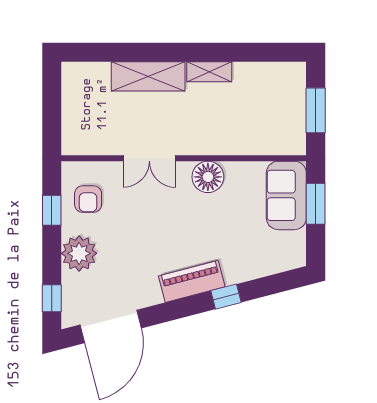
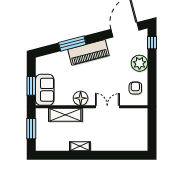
shelving: (148, 76) -> (65, 115), moved
window: (52, 210) -> (152, 83), removed
piano: (192, 281) -> (88, 52), width x1.37, depth x1.33
window: (226, 297) -> (72, 44), width x2.17

